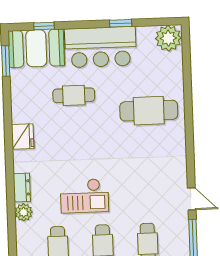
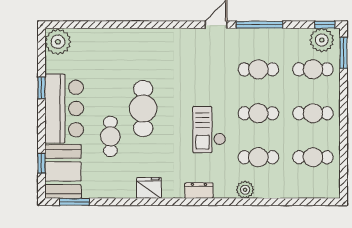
cafe table: (149, 111) -> (143, 108), moved
checkout: (84, 196) -> (209, 130), turned 180
plant: (24, 212) -> (245, 190), moved

